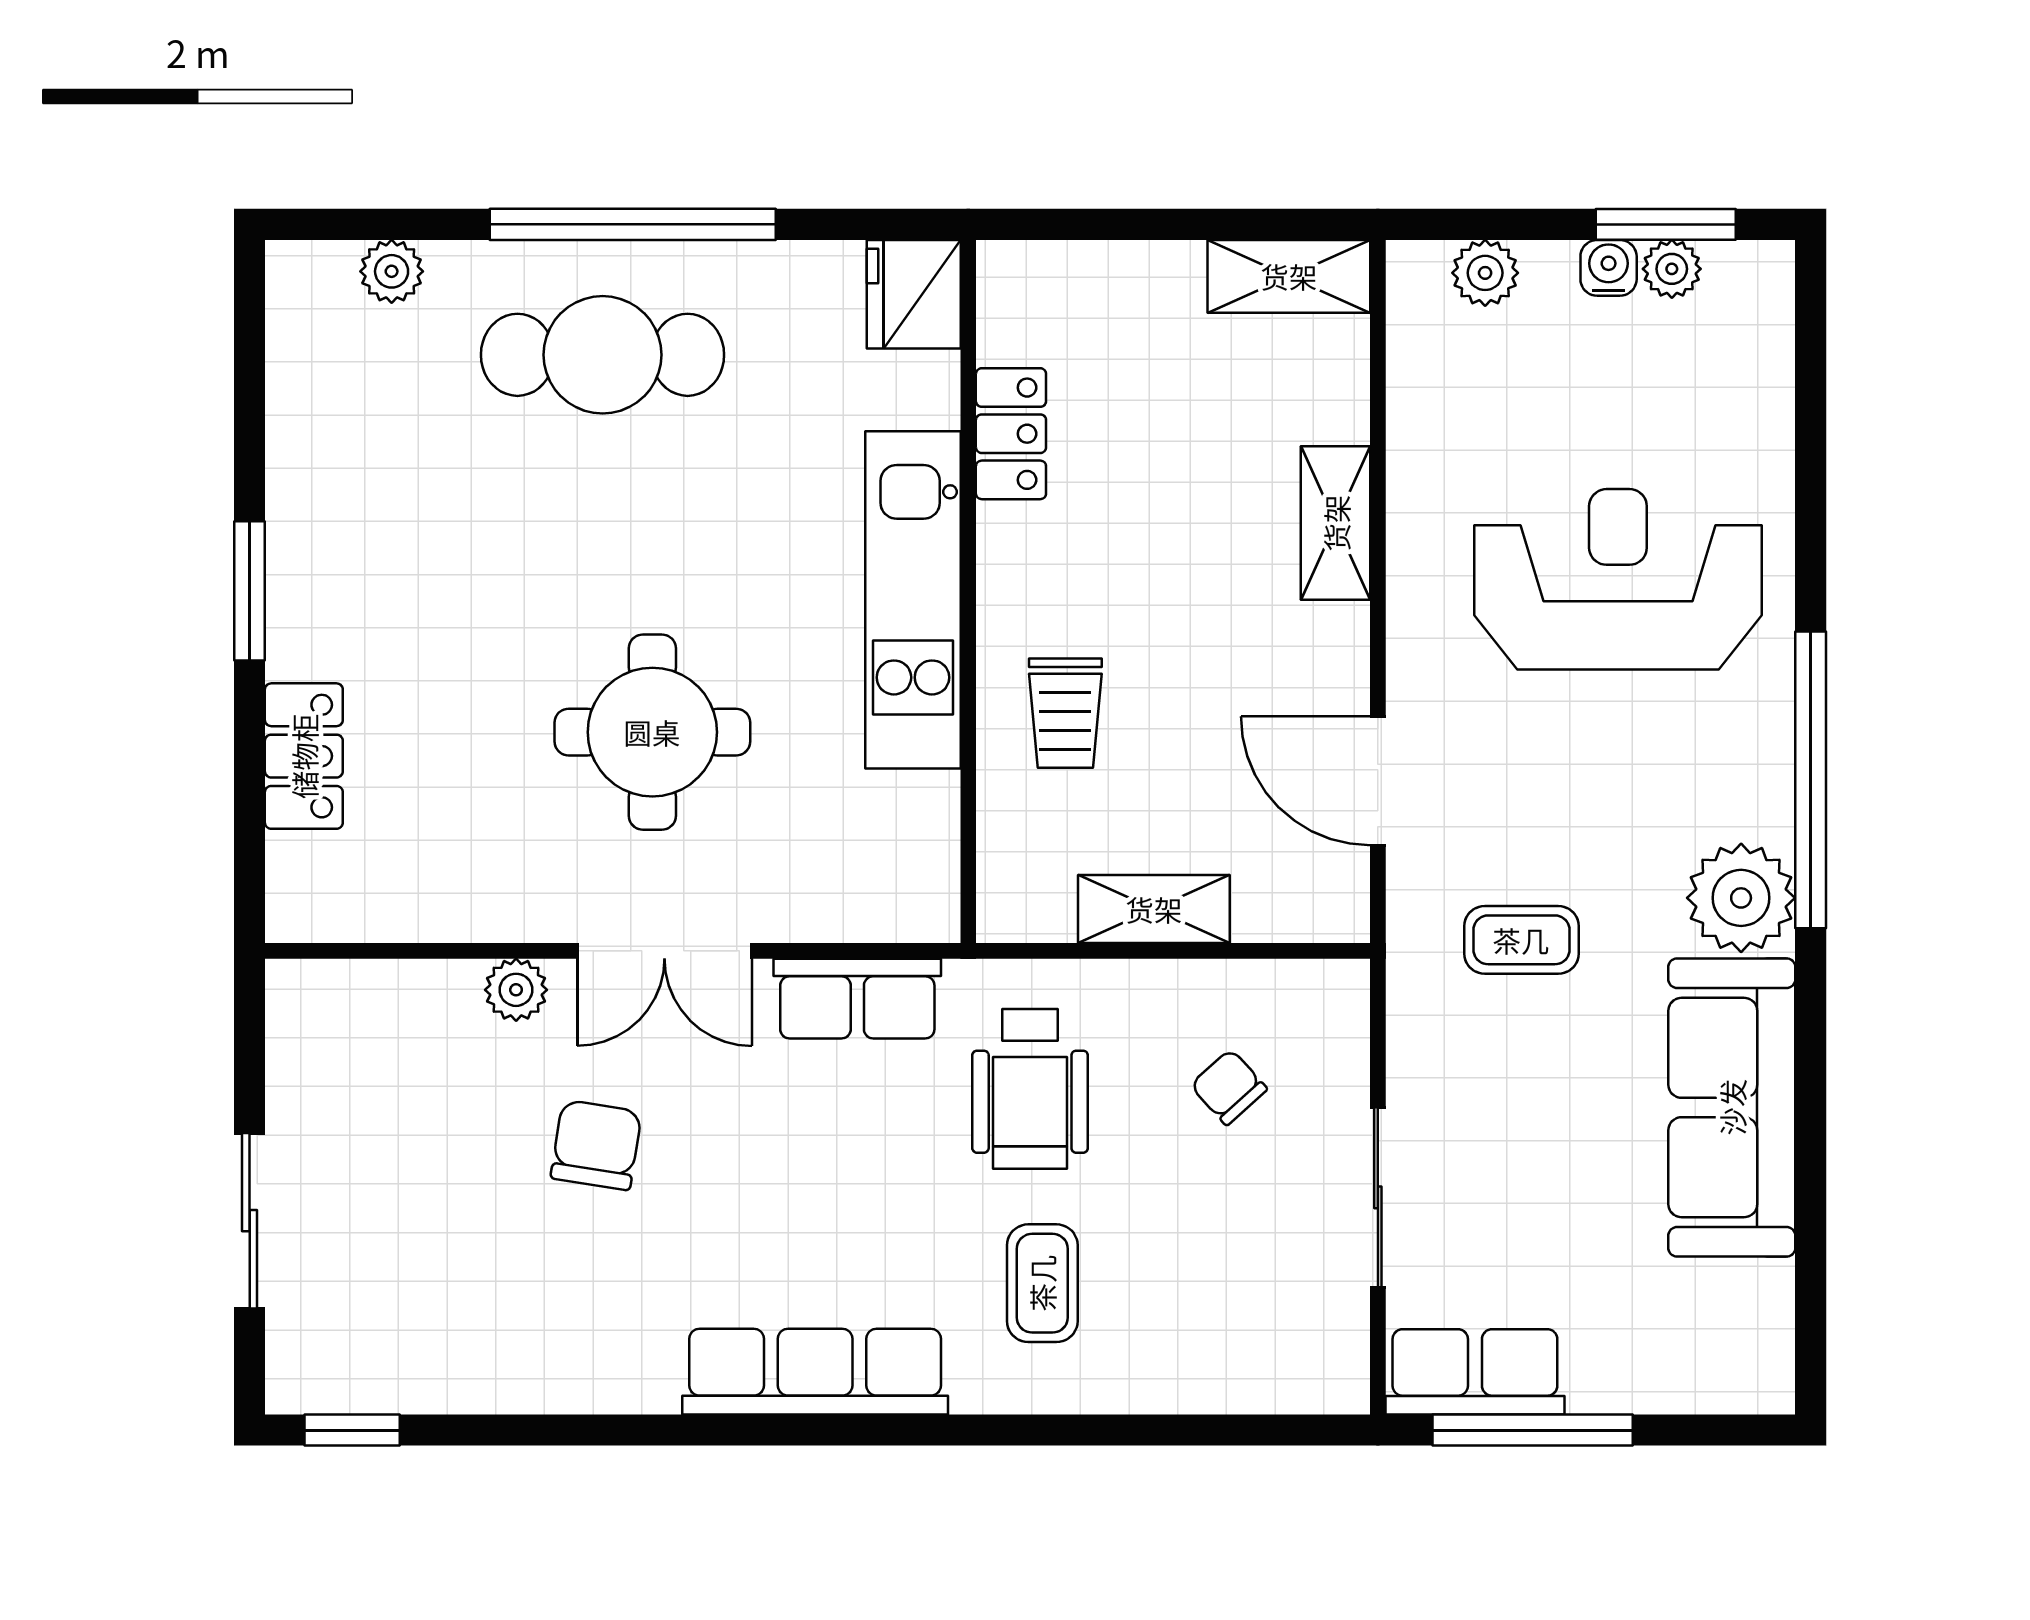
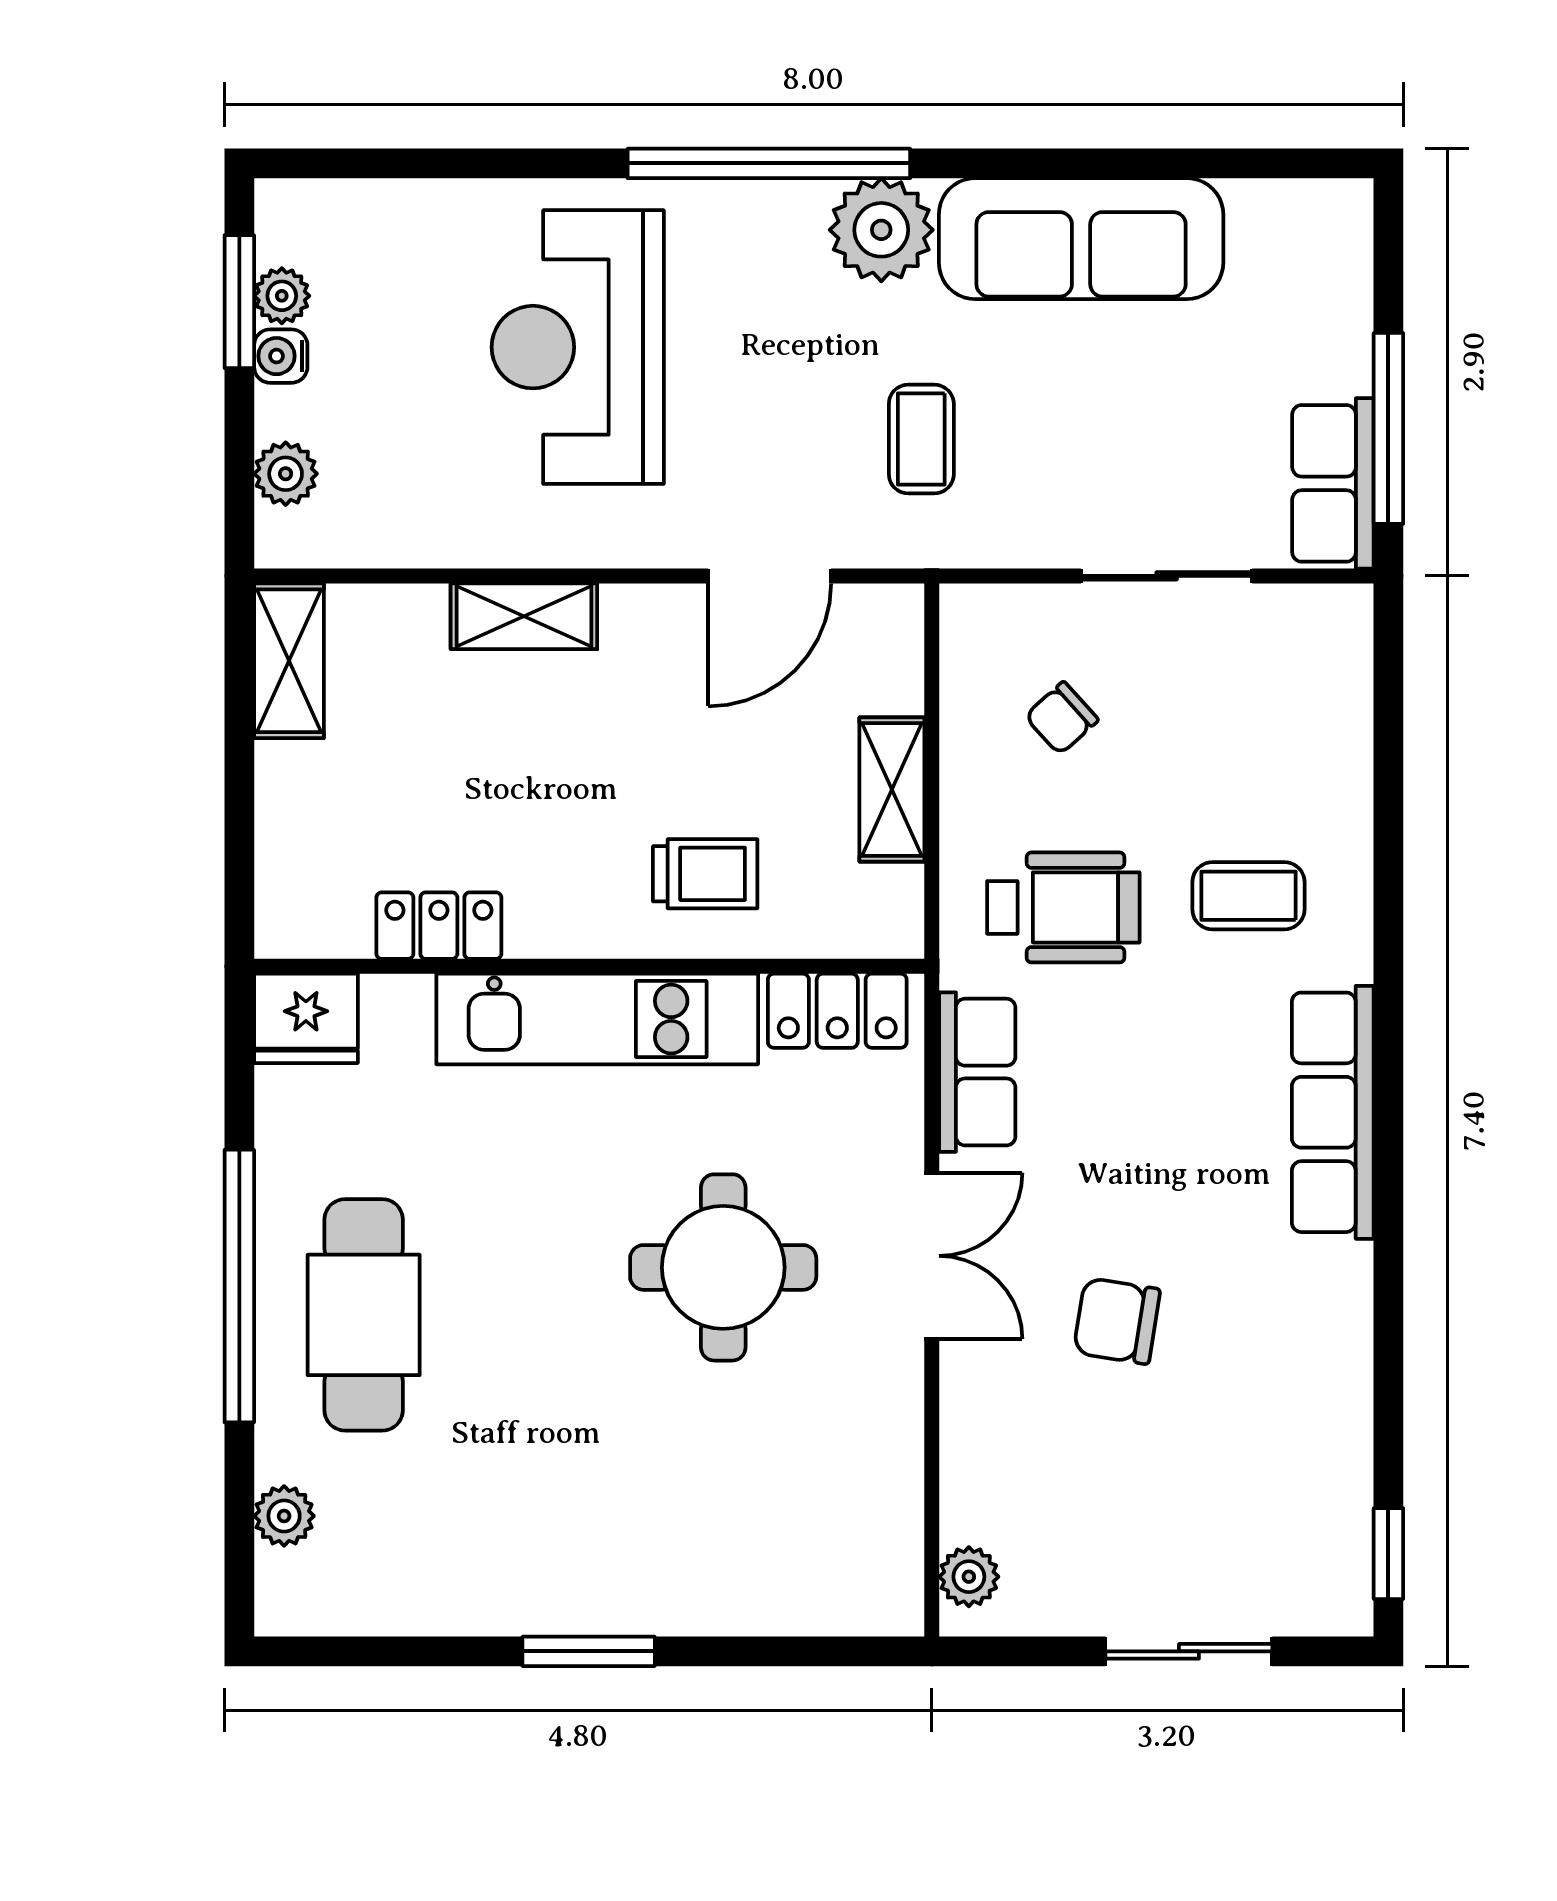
locker: (304, 756) -> (837, 1011), moved, turned 180
plant: (516, 990) -> (969, 1577), moved

